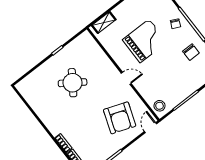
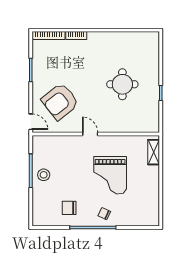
door: (126, 78) -> (90, 134), swing flipped
round table: (73, 83) -> (122, 84), turned -34
stool: (159, 106) -> (44, 175), moved
armchair: (120, 118) -> (60, 101), turned -58

